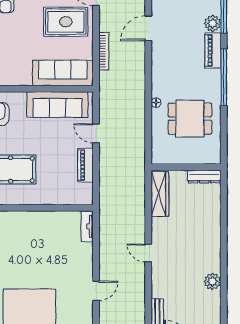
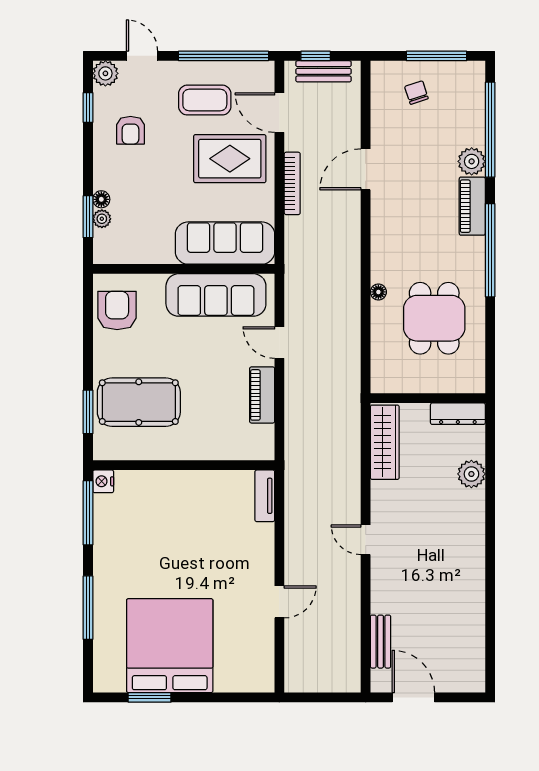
bookcase: (104, 51) -> (292, 183), moved
dining table: (190, 119) -> (434, 318), turned 90
plant: (212, 281) -> (471, 474), moved

